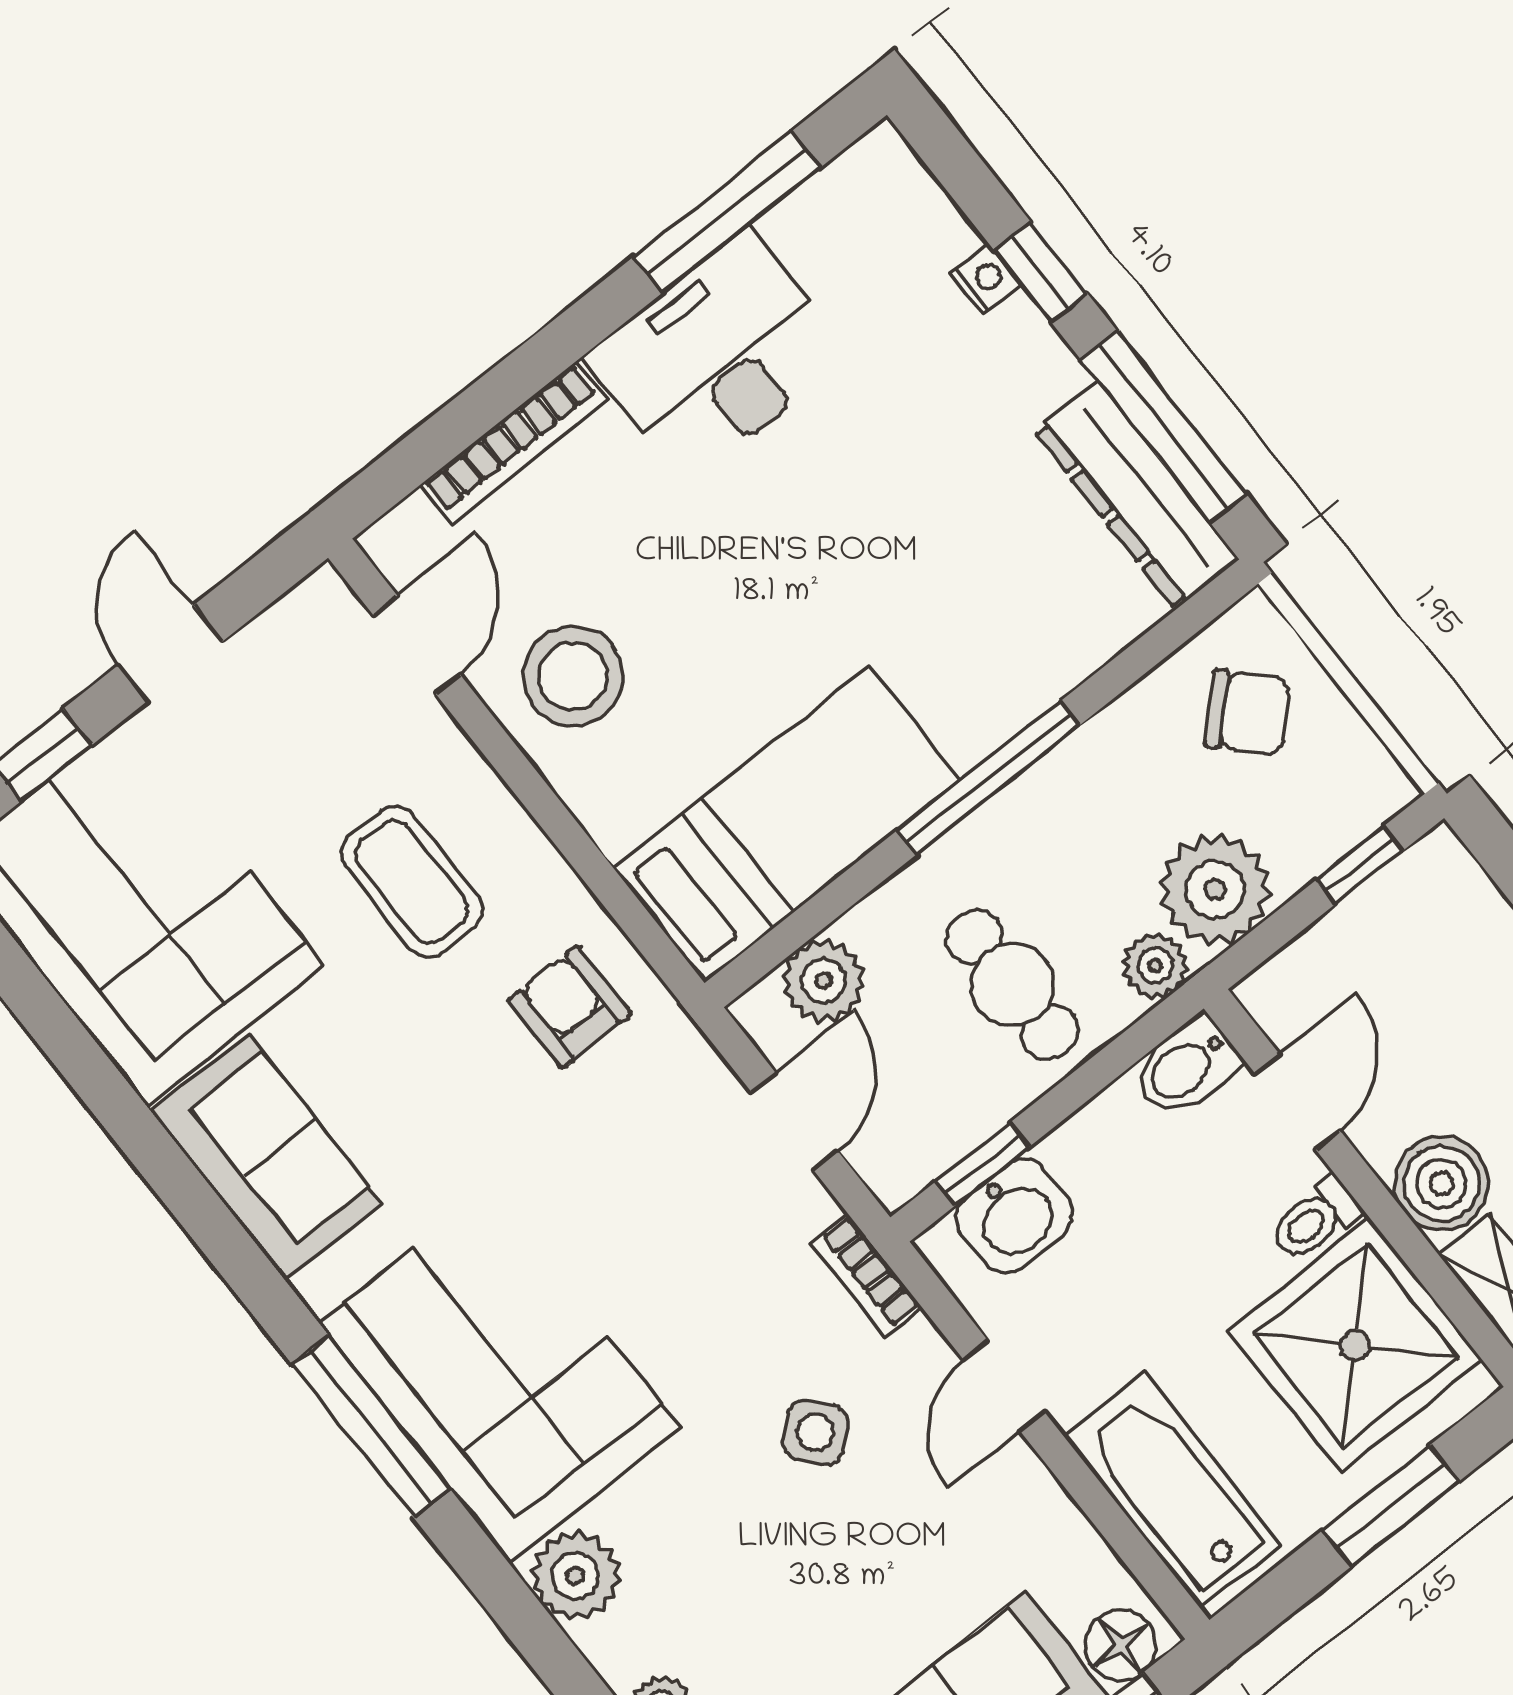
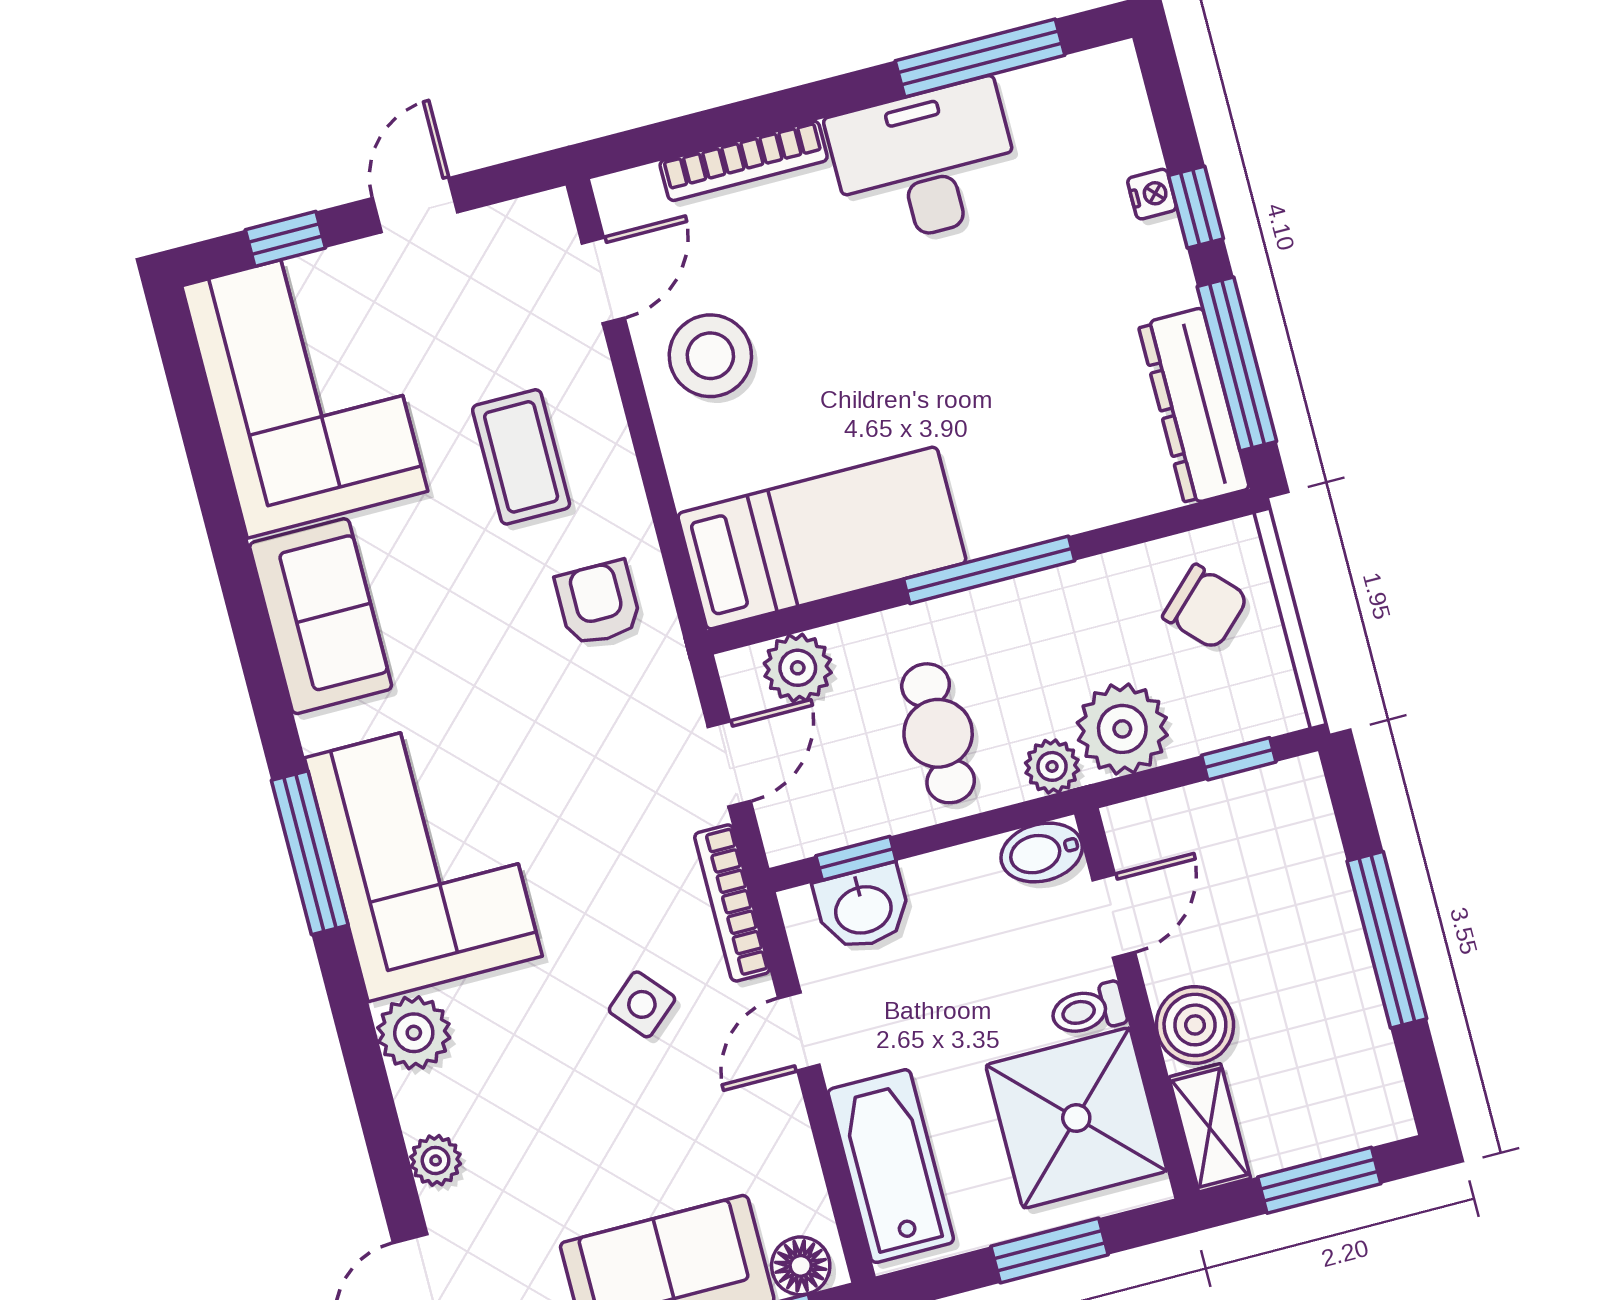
bookcase: (866, 1275) -> (732, 903), width x1.56

